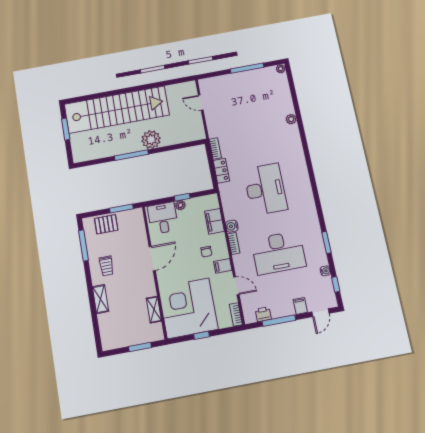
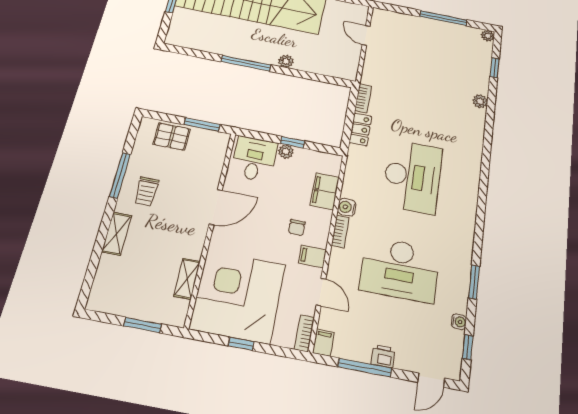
window: (293, 91) -> (495, 68), added
plant: (151, 140) -> (286, 61), width x0.53, depth x0.53
window: (83, 245) -> (120, 175), moved
filing cabinet: (300, 306) -> (323, 343), moved
printer: (263, 314) -> (383, 356), moved

